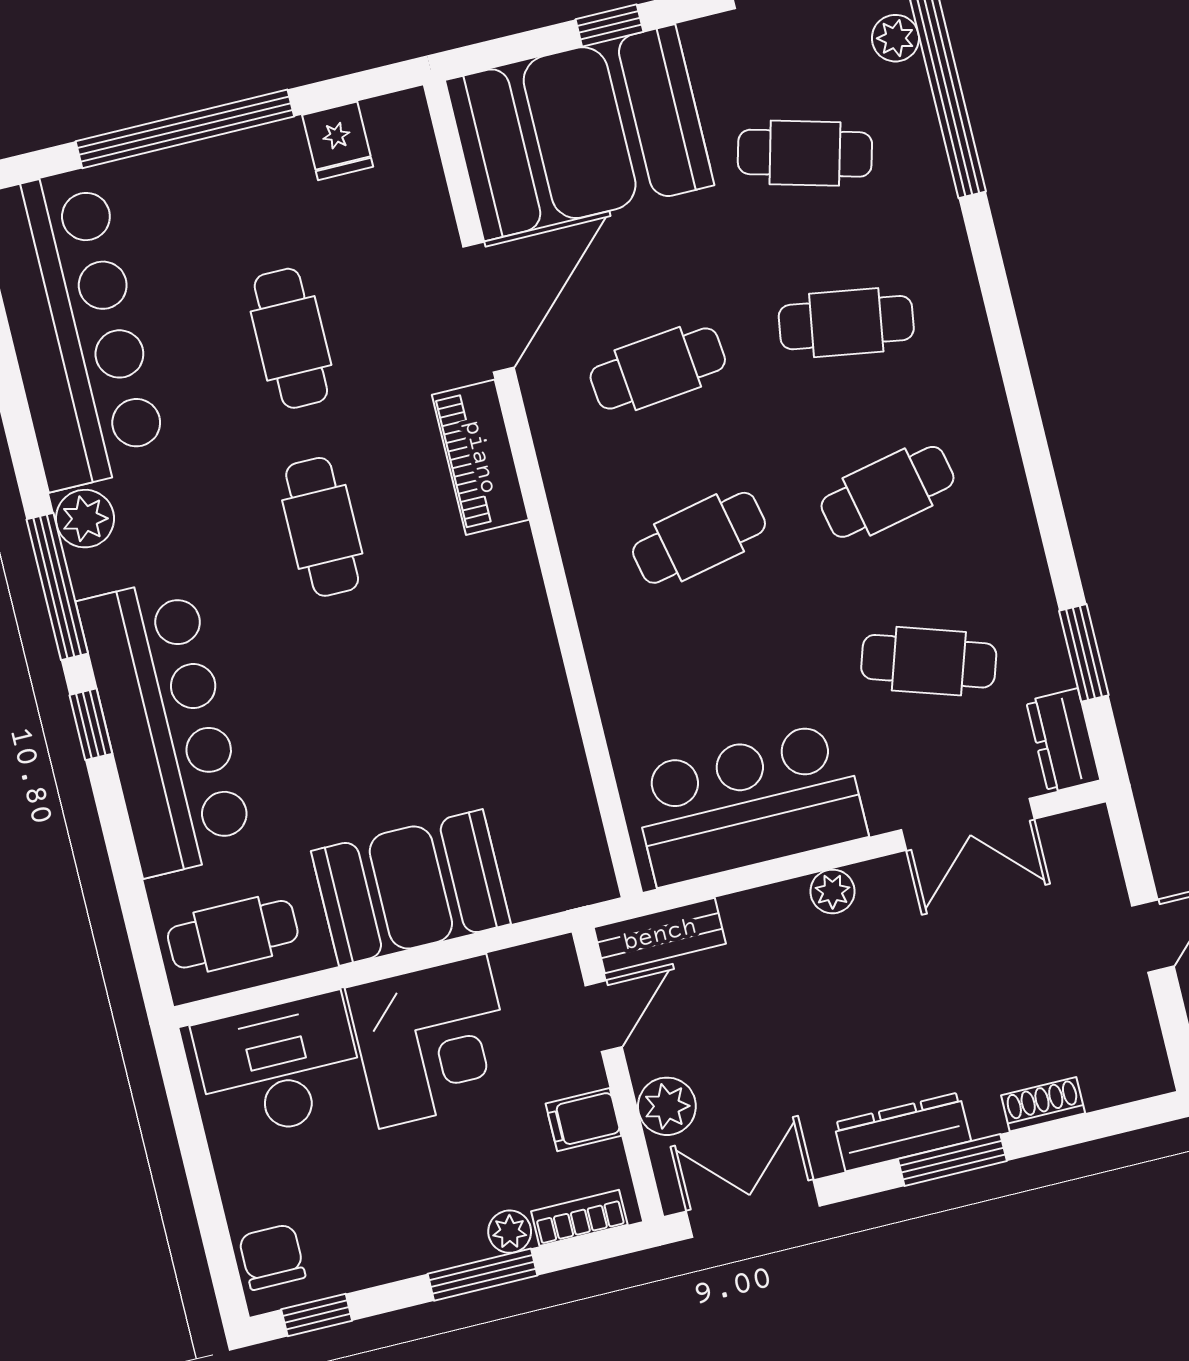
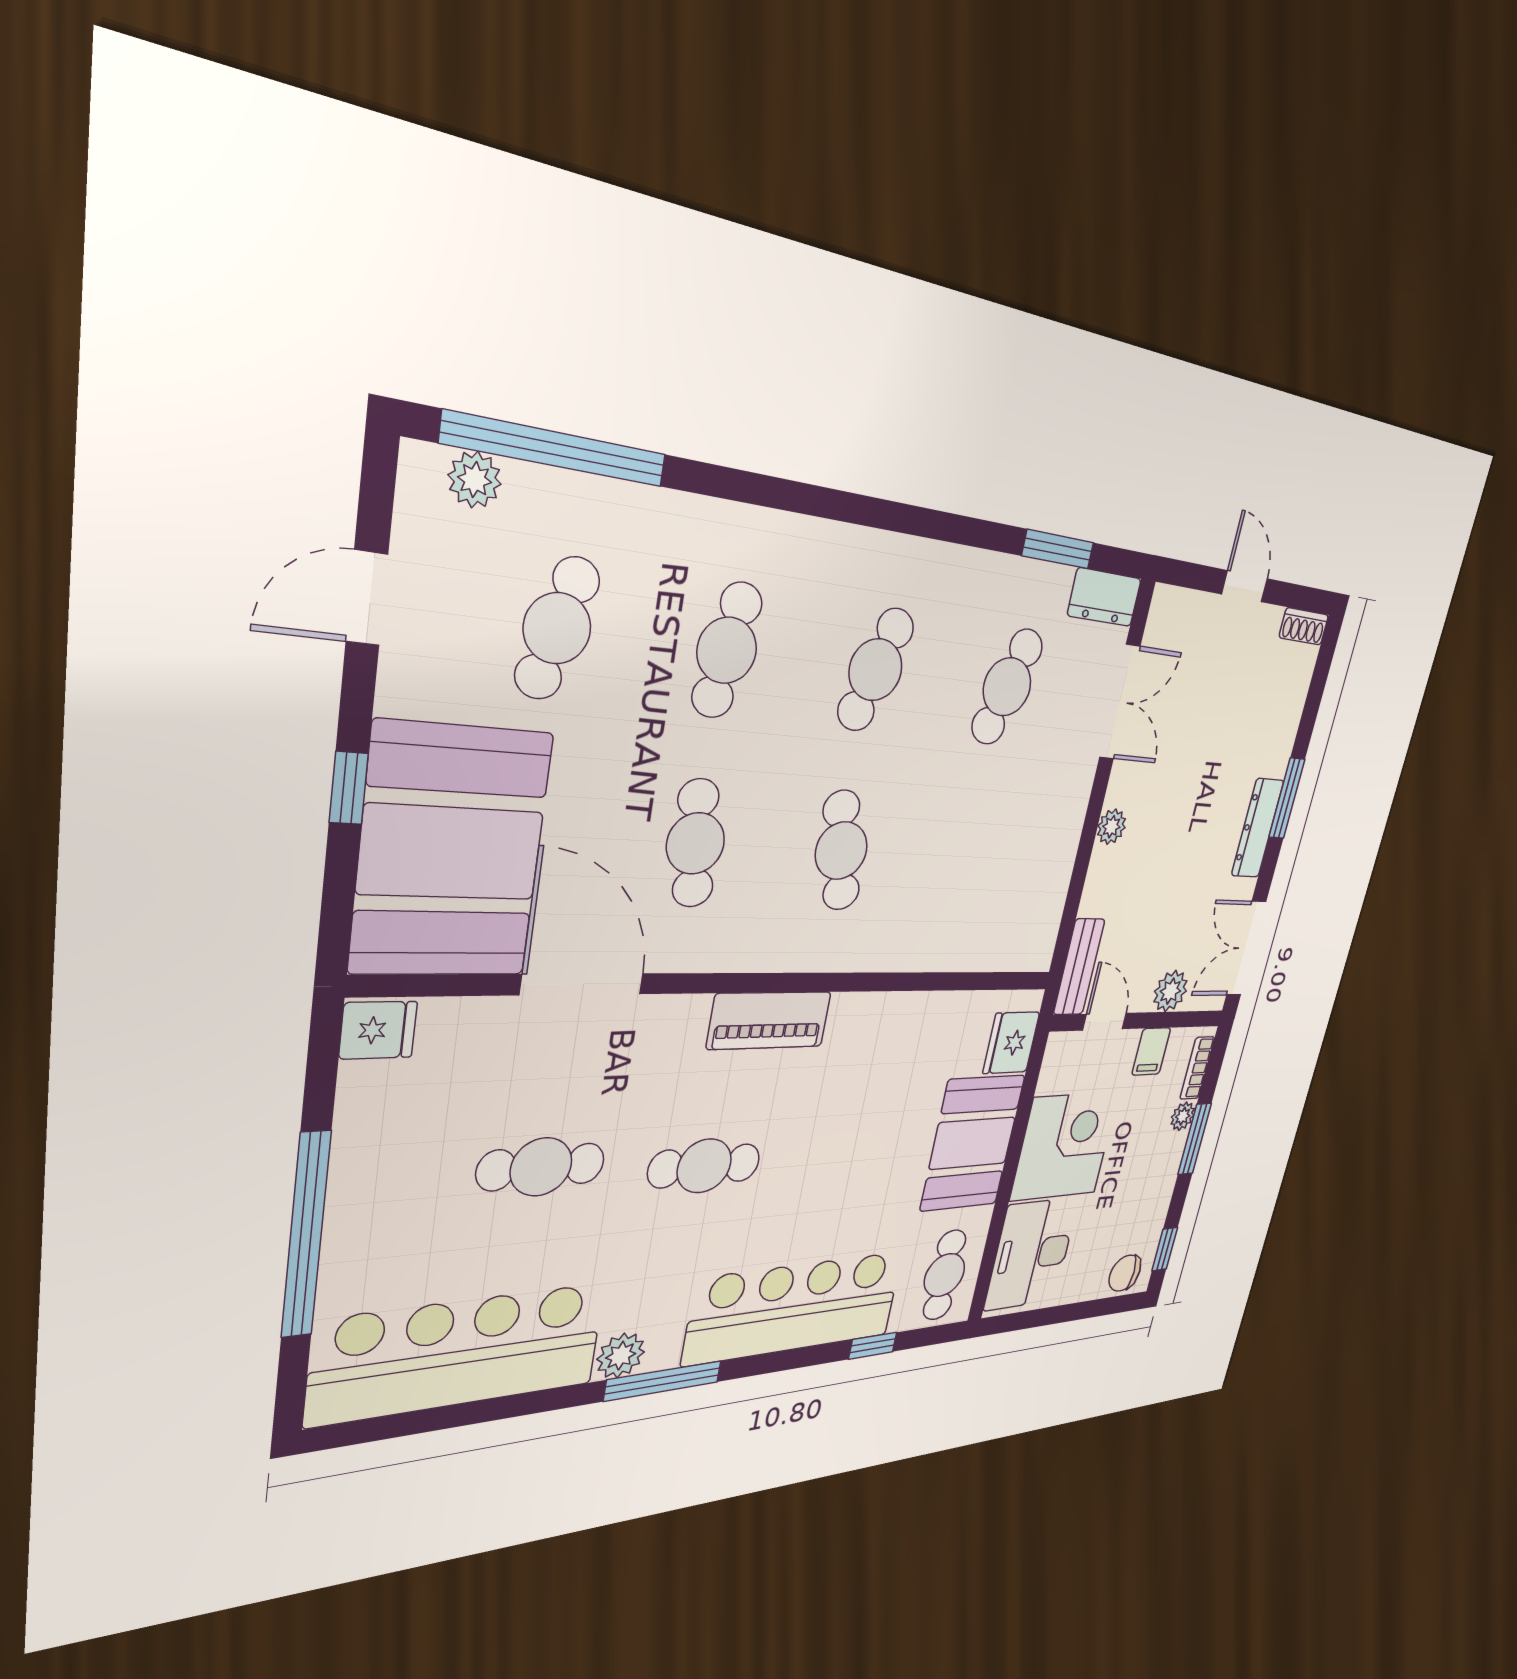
fridge: (338, 141) -> (378, 1030), moved
piano: (480, 457) -> (769, 1020), moved
cafe table: (887, 492) -> (876, 670), turned 30
window: (91, 724) -> (873, 1346), moved
bar counter: (749, 804) -> (1033, 872), removed
fridge: (546, 881) -> (1011, 1043), added
shoe rack: (1043, 1104) -> (1304, 626), moved, turned -90

